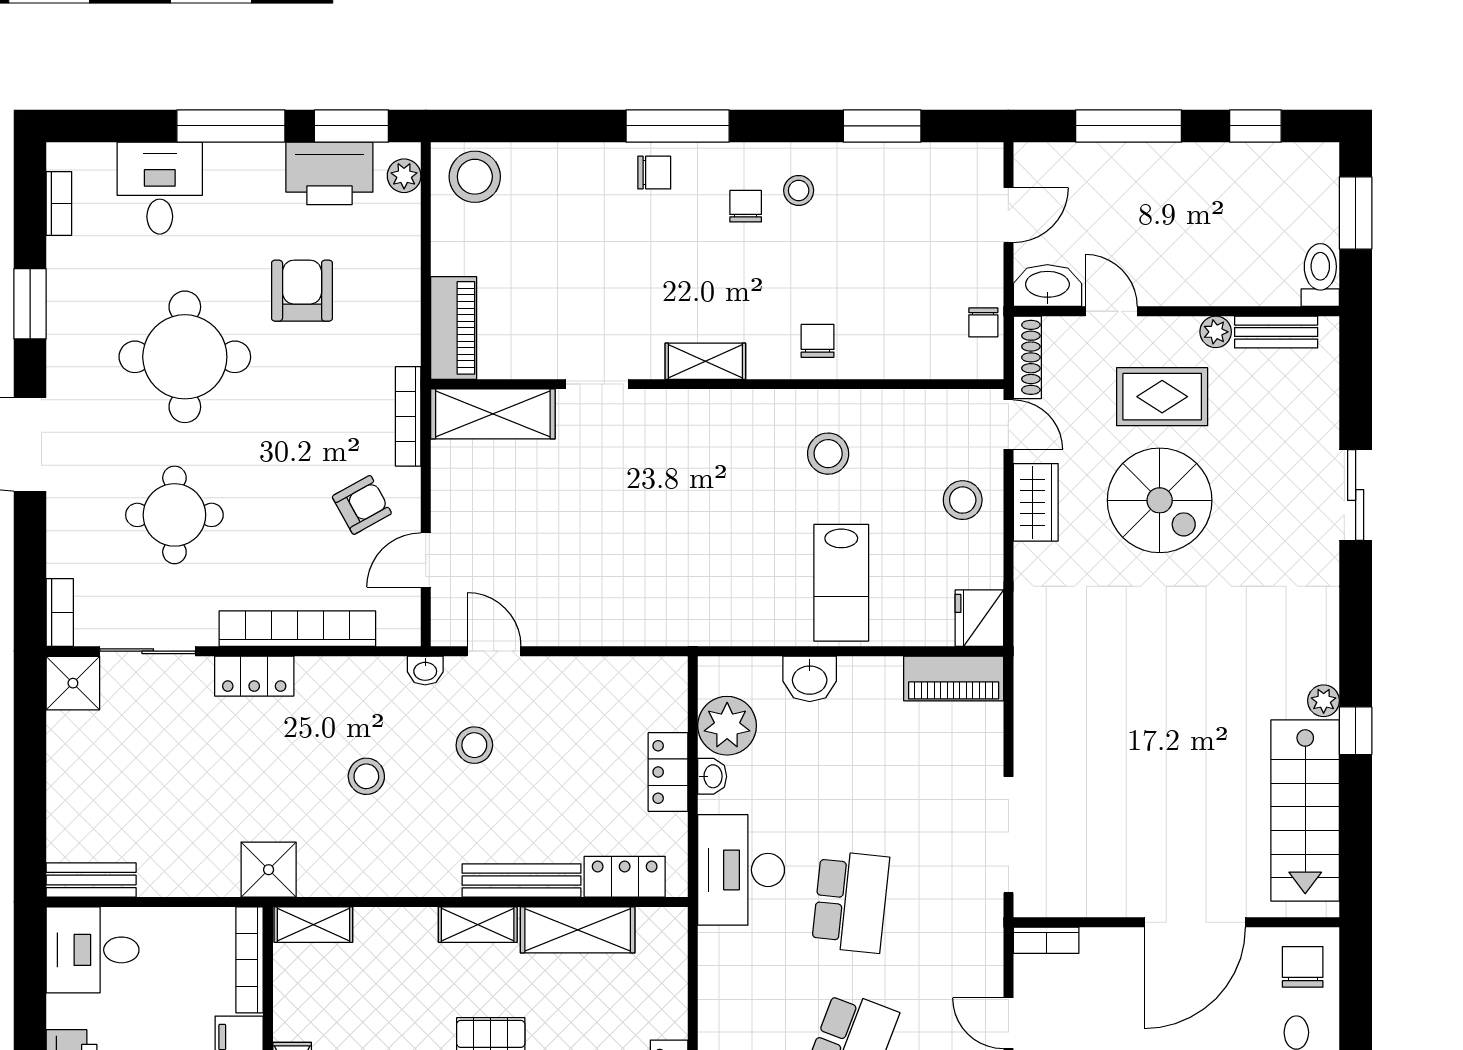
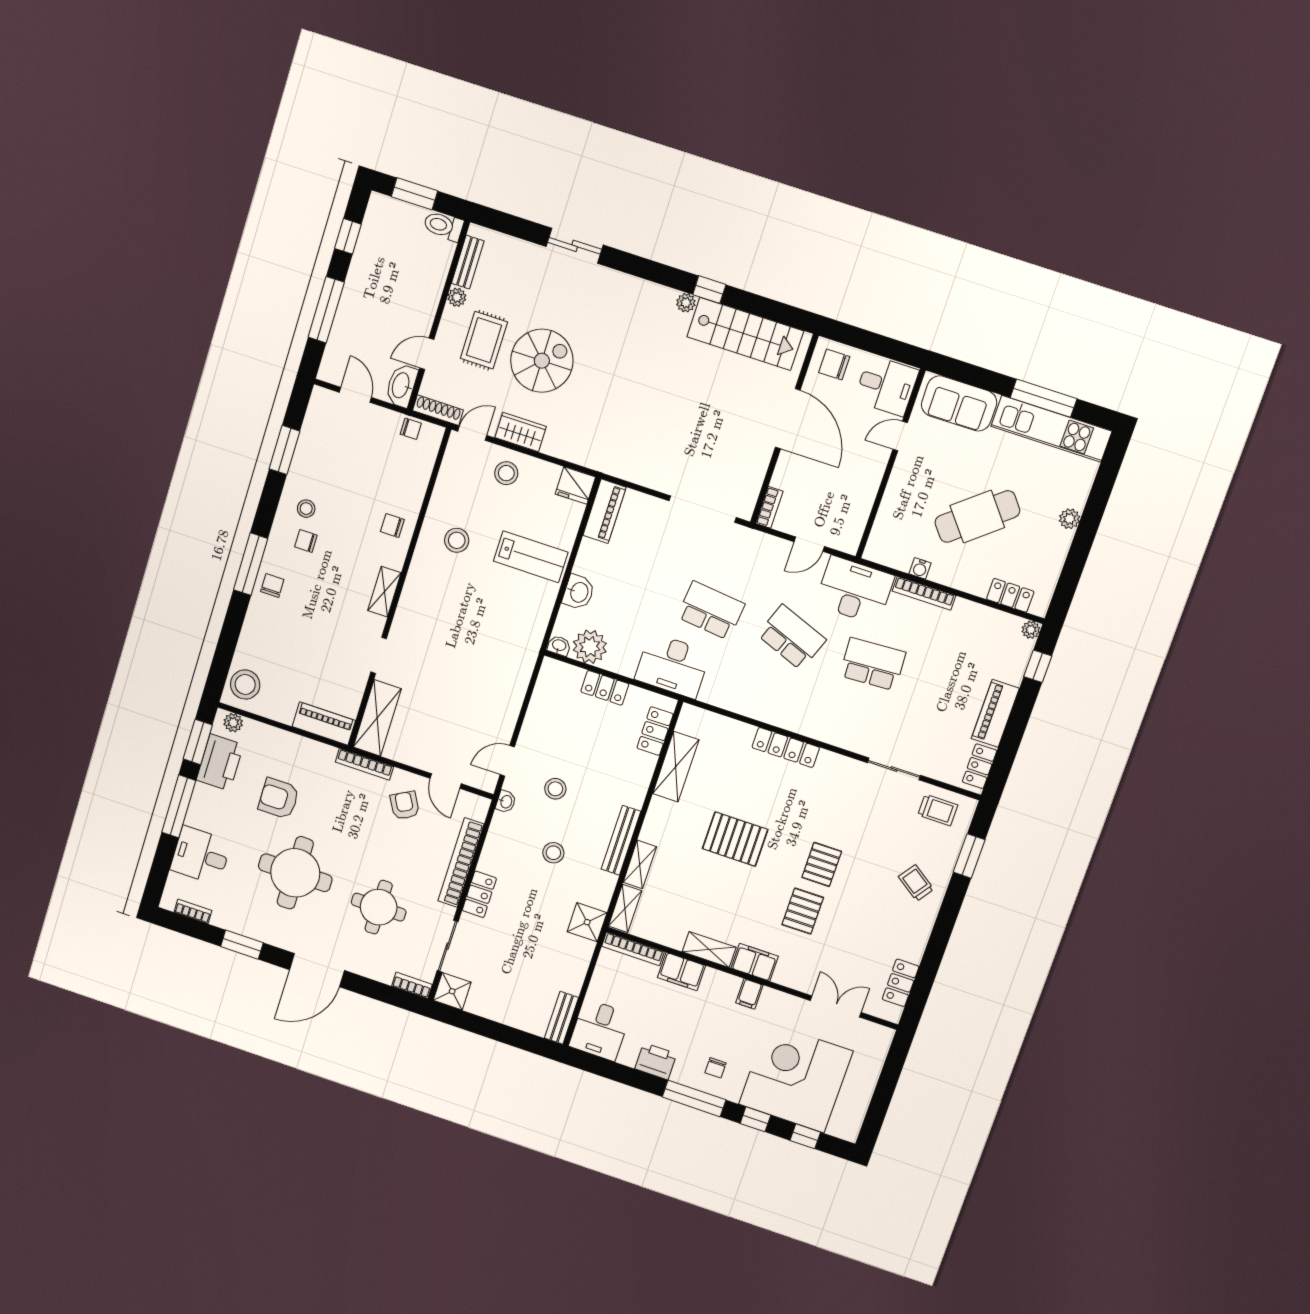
washbasin: (712, 776) -> (559, 646), moved
bench: (521, 881) -> (621, 840), moved
shelving: (478, 925) -> (640, 864), moved

